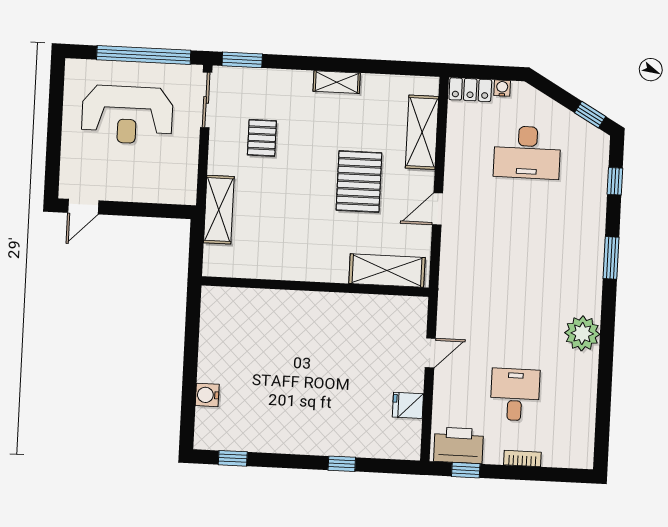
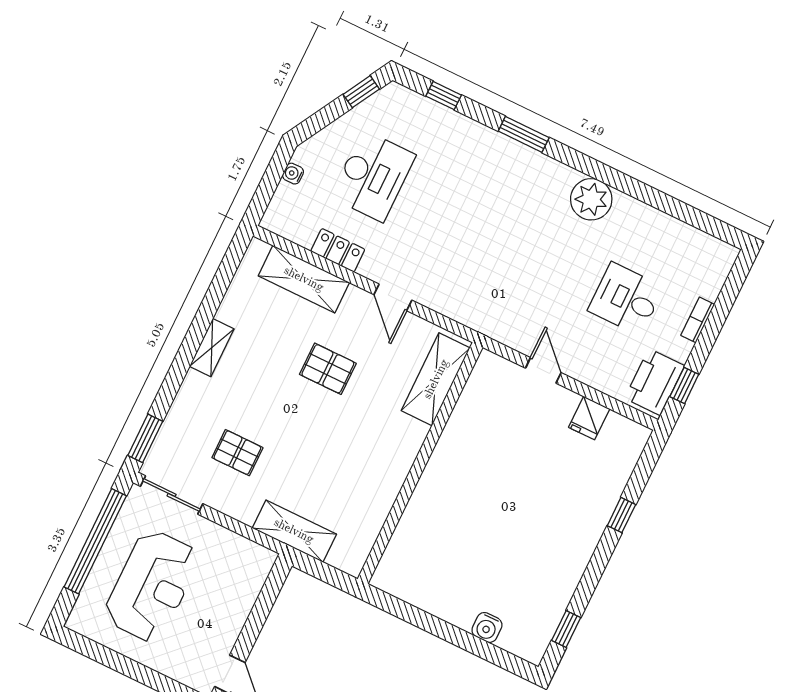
locker: (470, 90) -> (338, 250), moved, turned -90
pallet: (359, 181) -> (328, 369), width x0.67, depth x0.71

